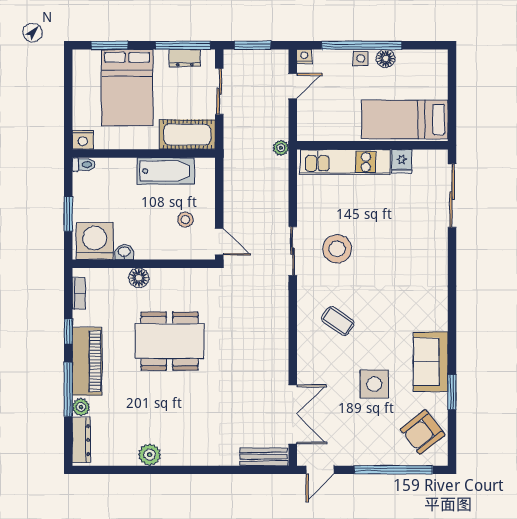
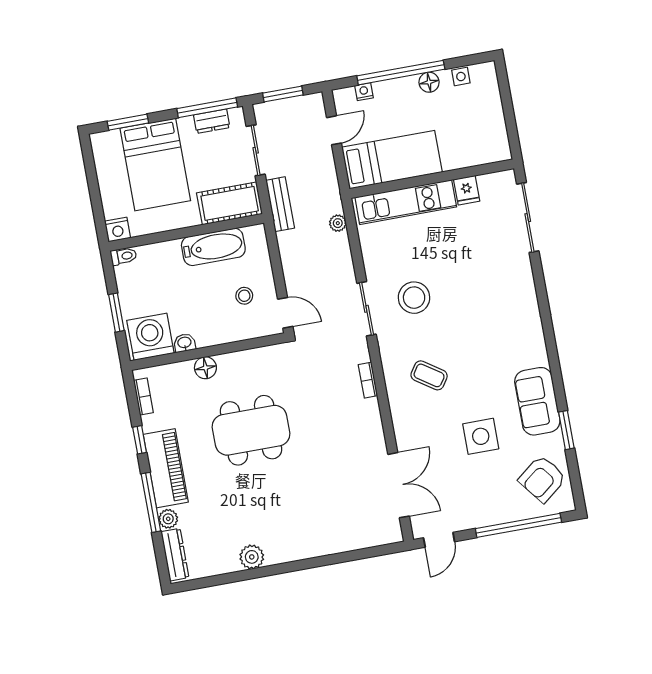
nightstand: (304, 56) -> (364, 92), moved
side table: (361, 58) -> (461, 77), moved
bed: (405, 119) -> (392, 160), moved, turned 180
plant: (281, 148) -> (338, 223), moved
bookcase: (282, 315) -> (368, 380), added
bench: (264, 457) -> (280, 204), moved, turned 90

